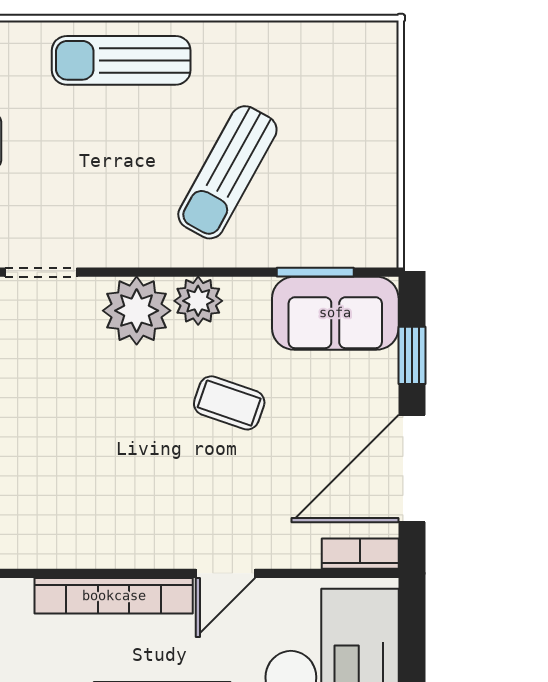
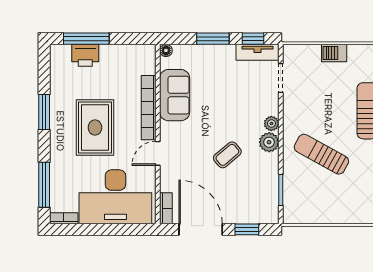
plant: (137, 311) -> (271, 124), width x0.53, depth x0.53
sofa: (335, 313) -> (175, 95), moved, turned 180
coffee table: (229, 403) -> (227, 155), turned 31
door: (226, 573) -> (158, 153), hinge flipped

